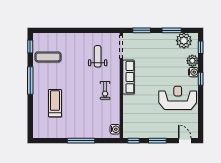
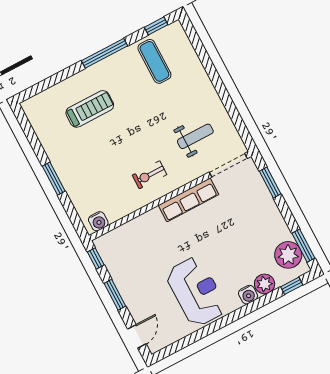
window: (172, 30) -> (303, 246), moved
window: (201, 79) -> (244, 311), removed
window: (81, 141) -> (54, 179), width x0.69

